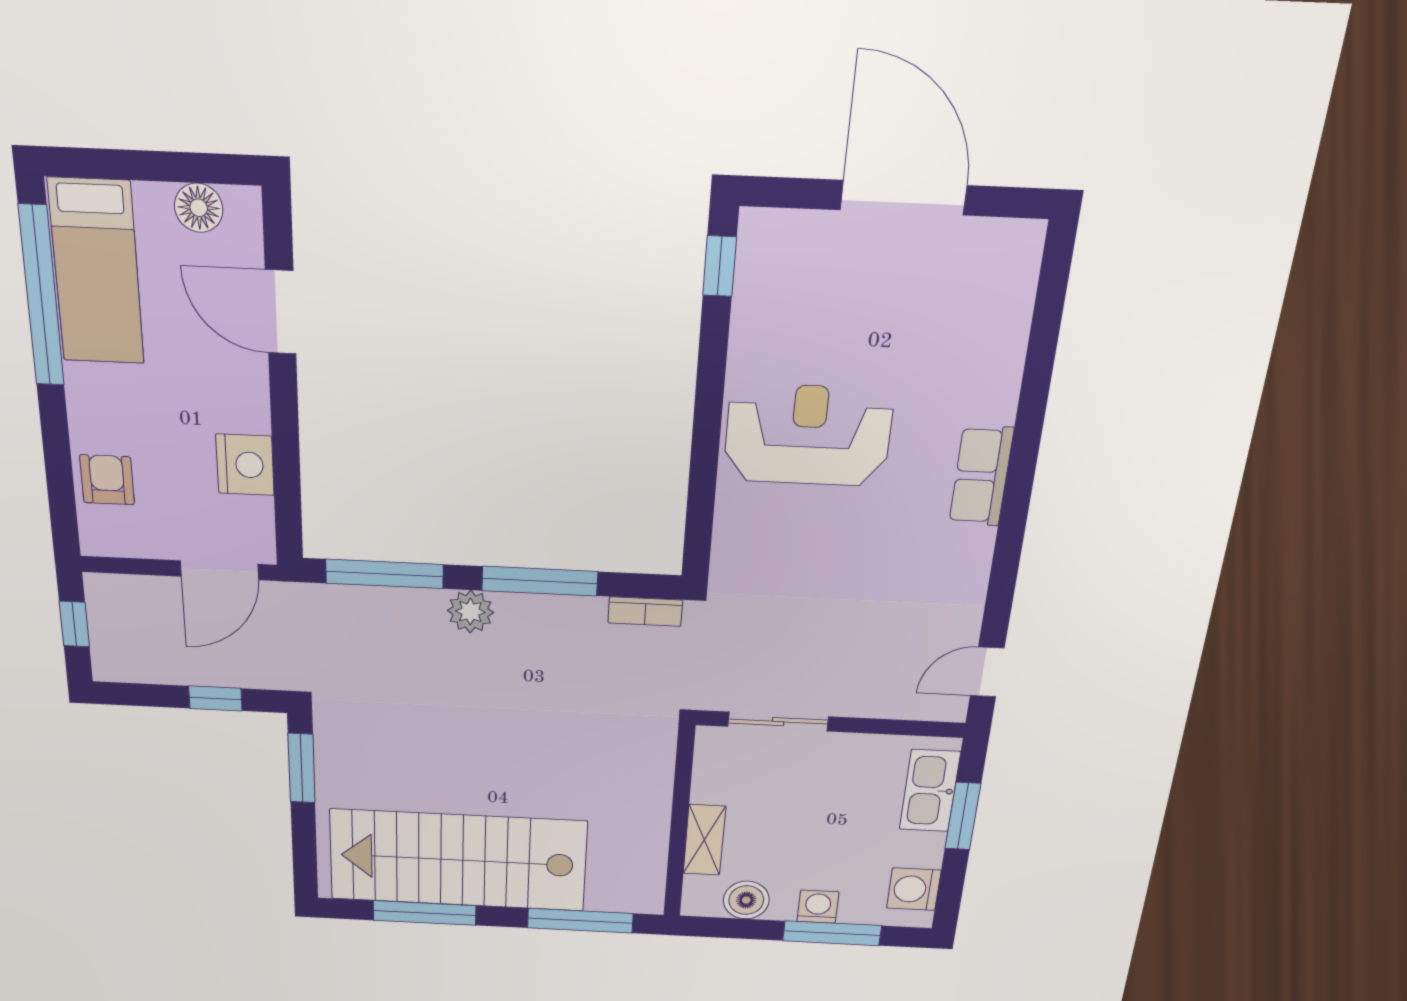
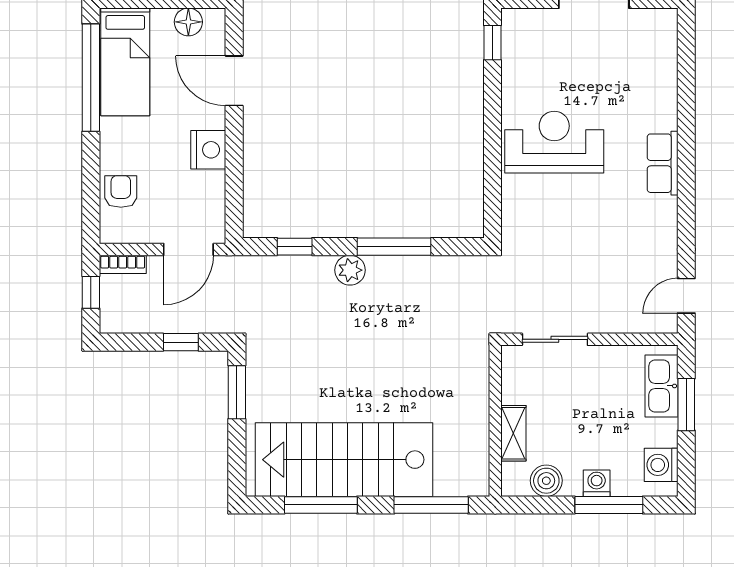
nightstand: (245, 465) -> (208, 150), moved
window: (384, 574) -> (295, 247), width x0.46
bookcase: (645, 612) -> (123, 264), moved

